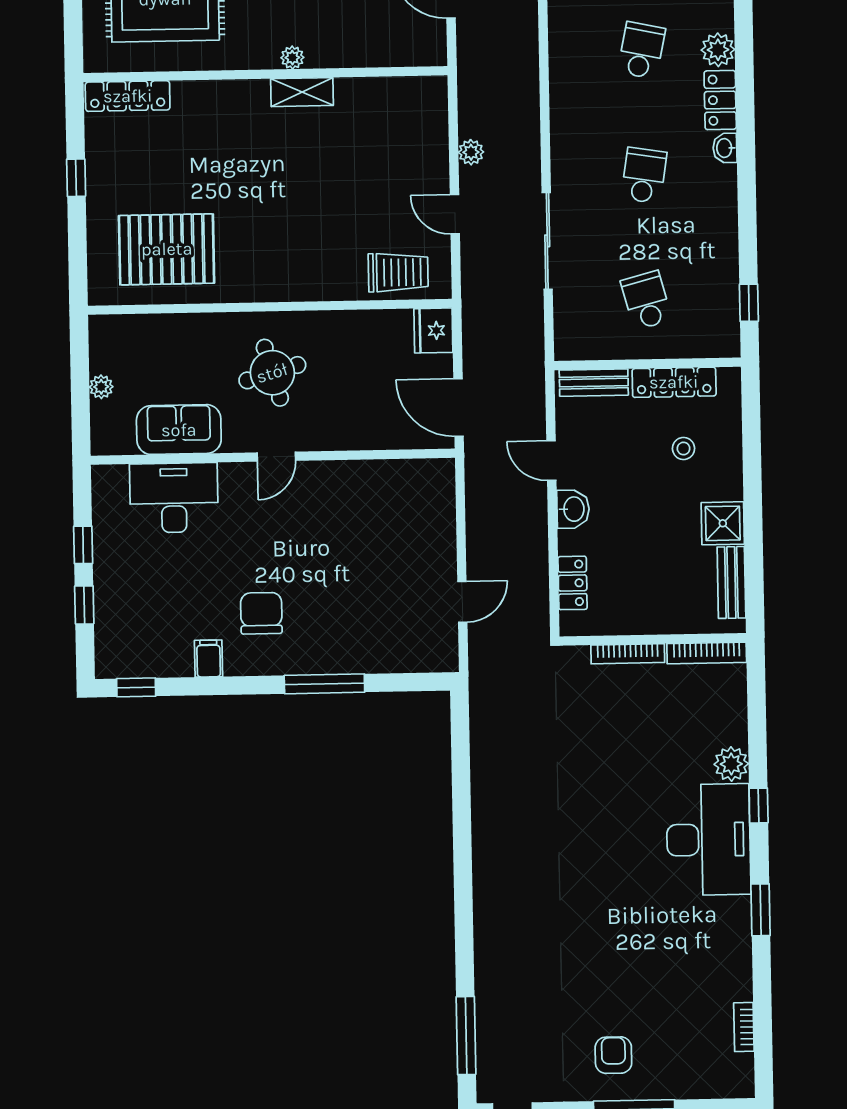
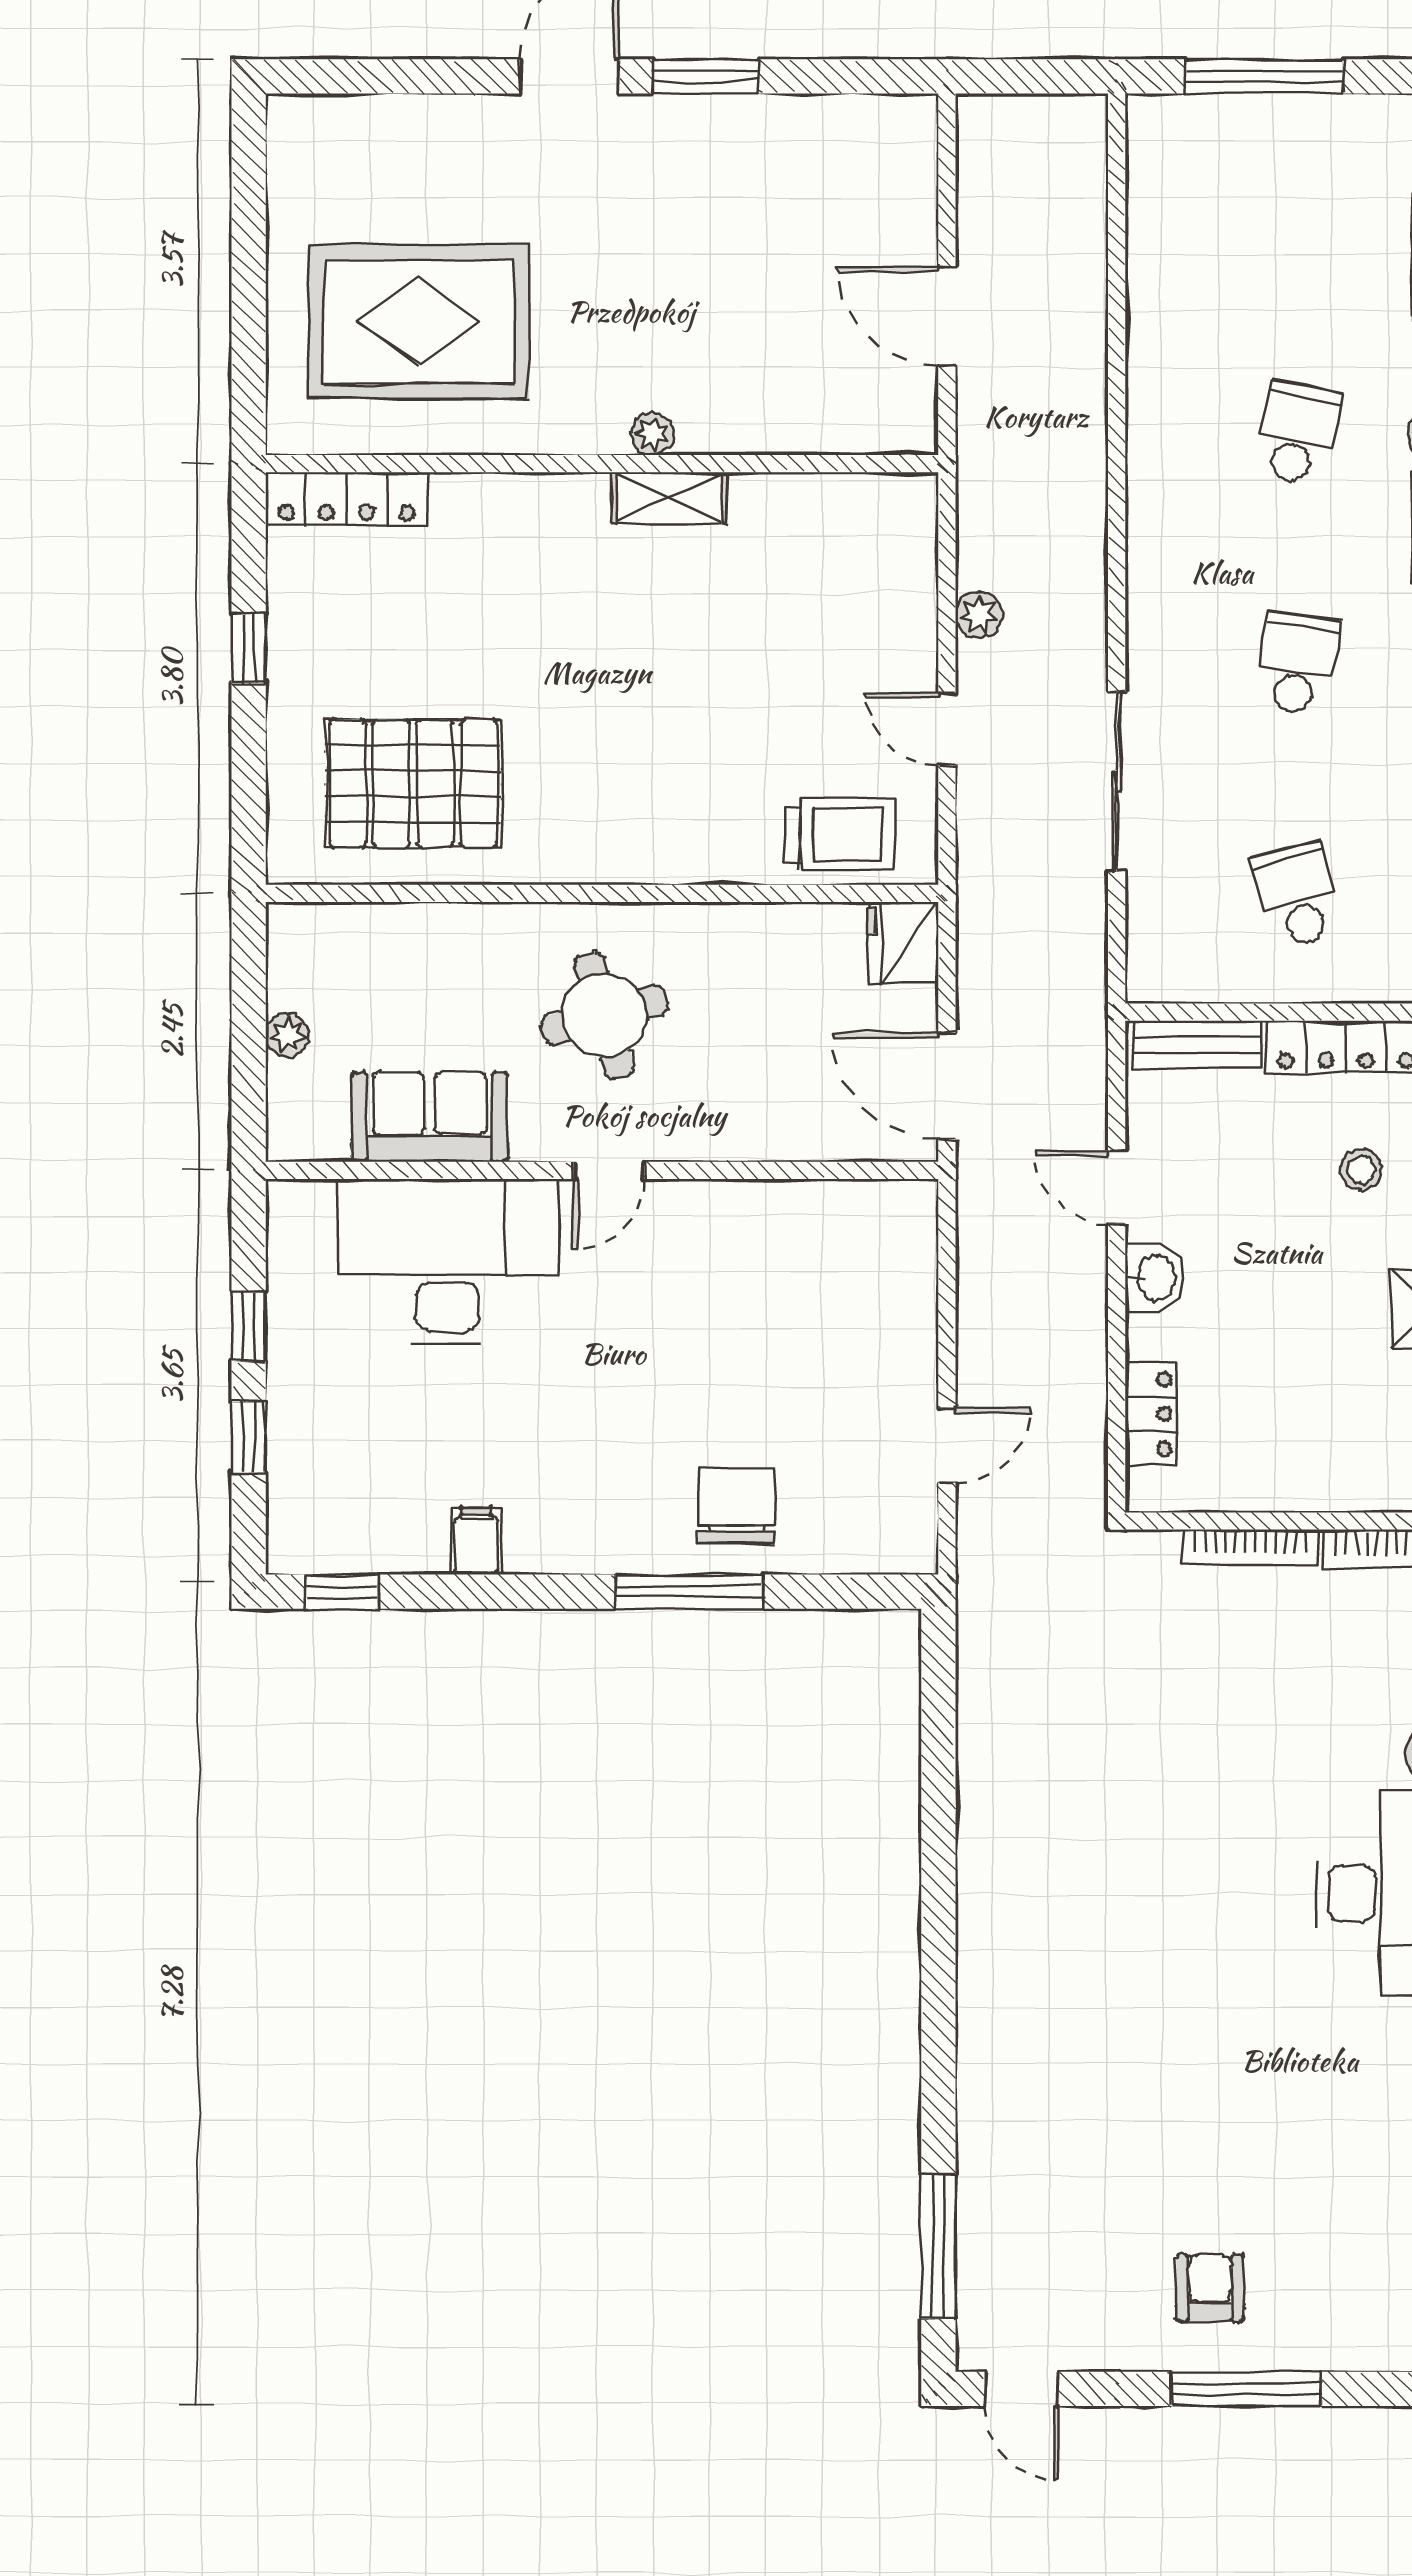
desk: (174, 498) -> (447, 1262), width x1.36, depth x1.30
chair: (261, 613) -> (736, 1506), moved

